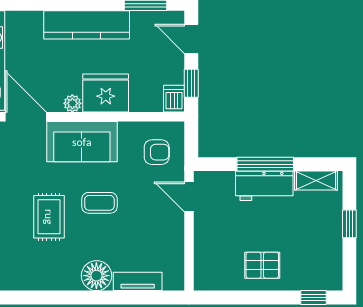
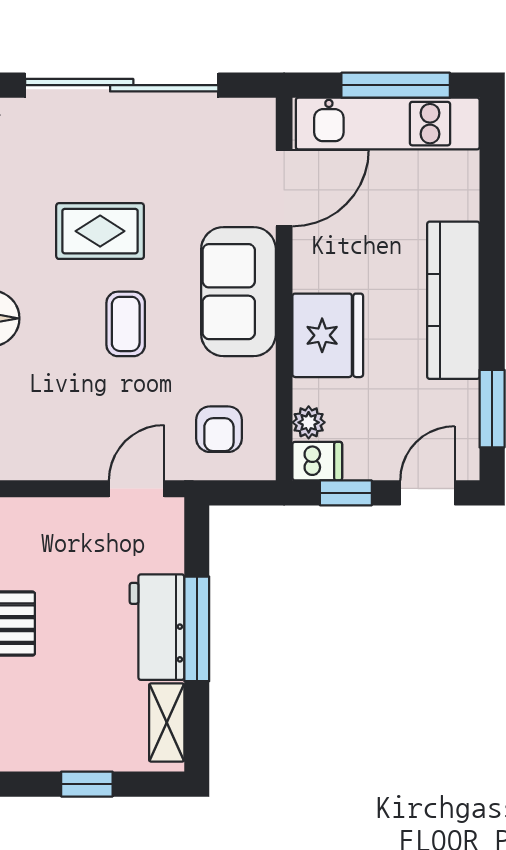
plant: (72, 103) -> (309, 422), moved

